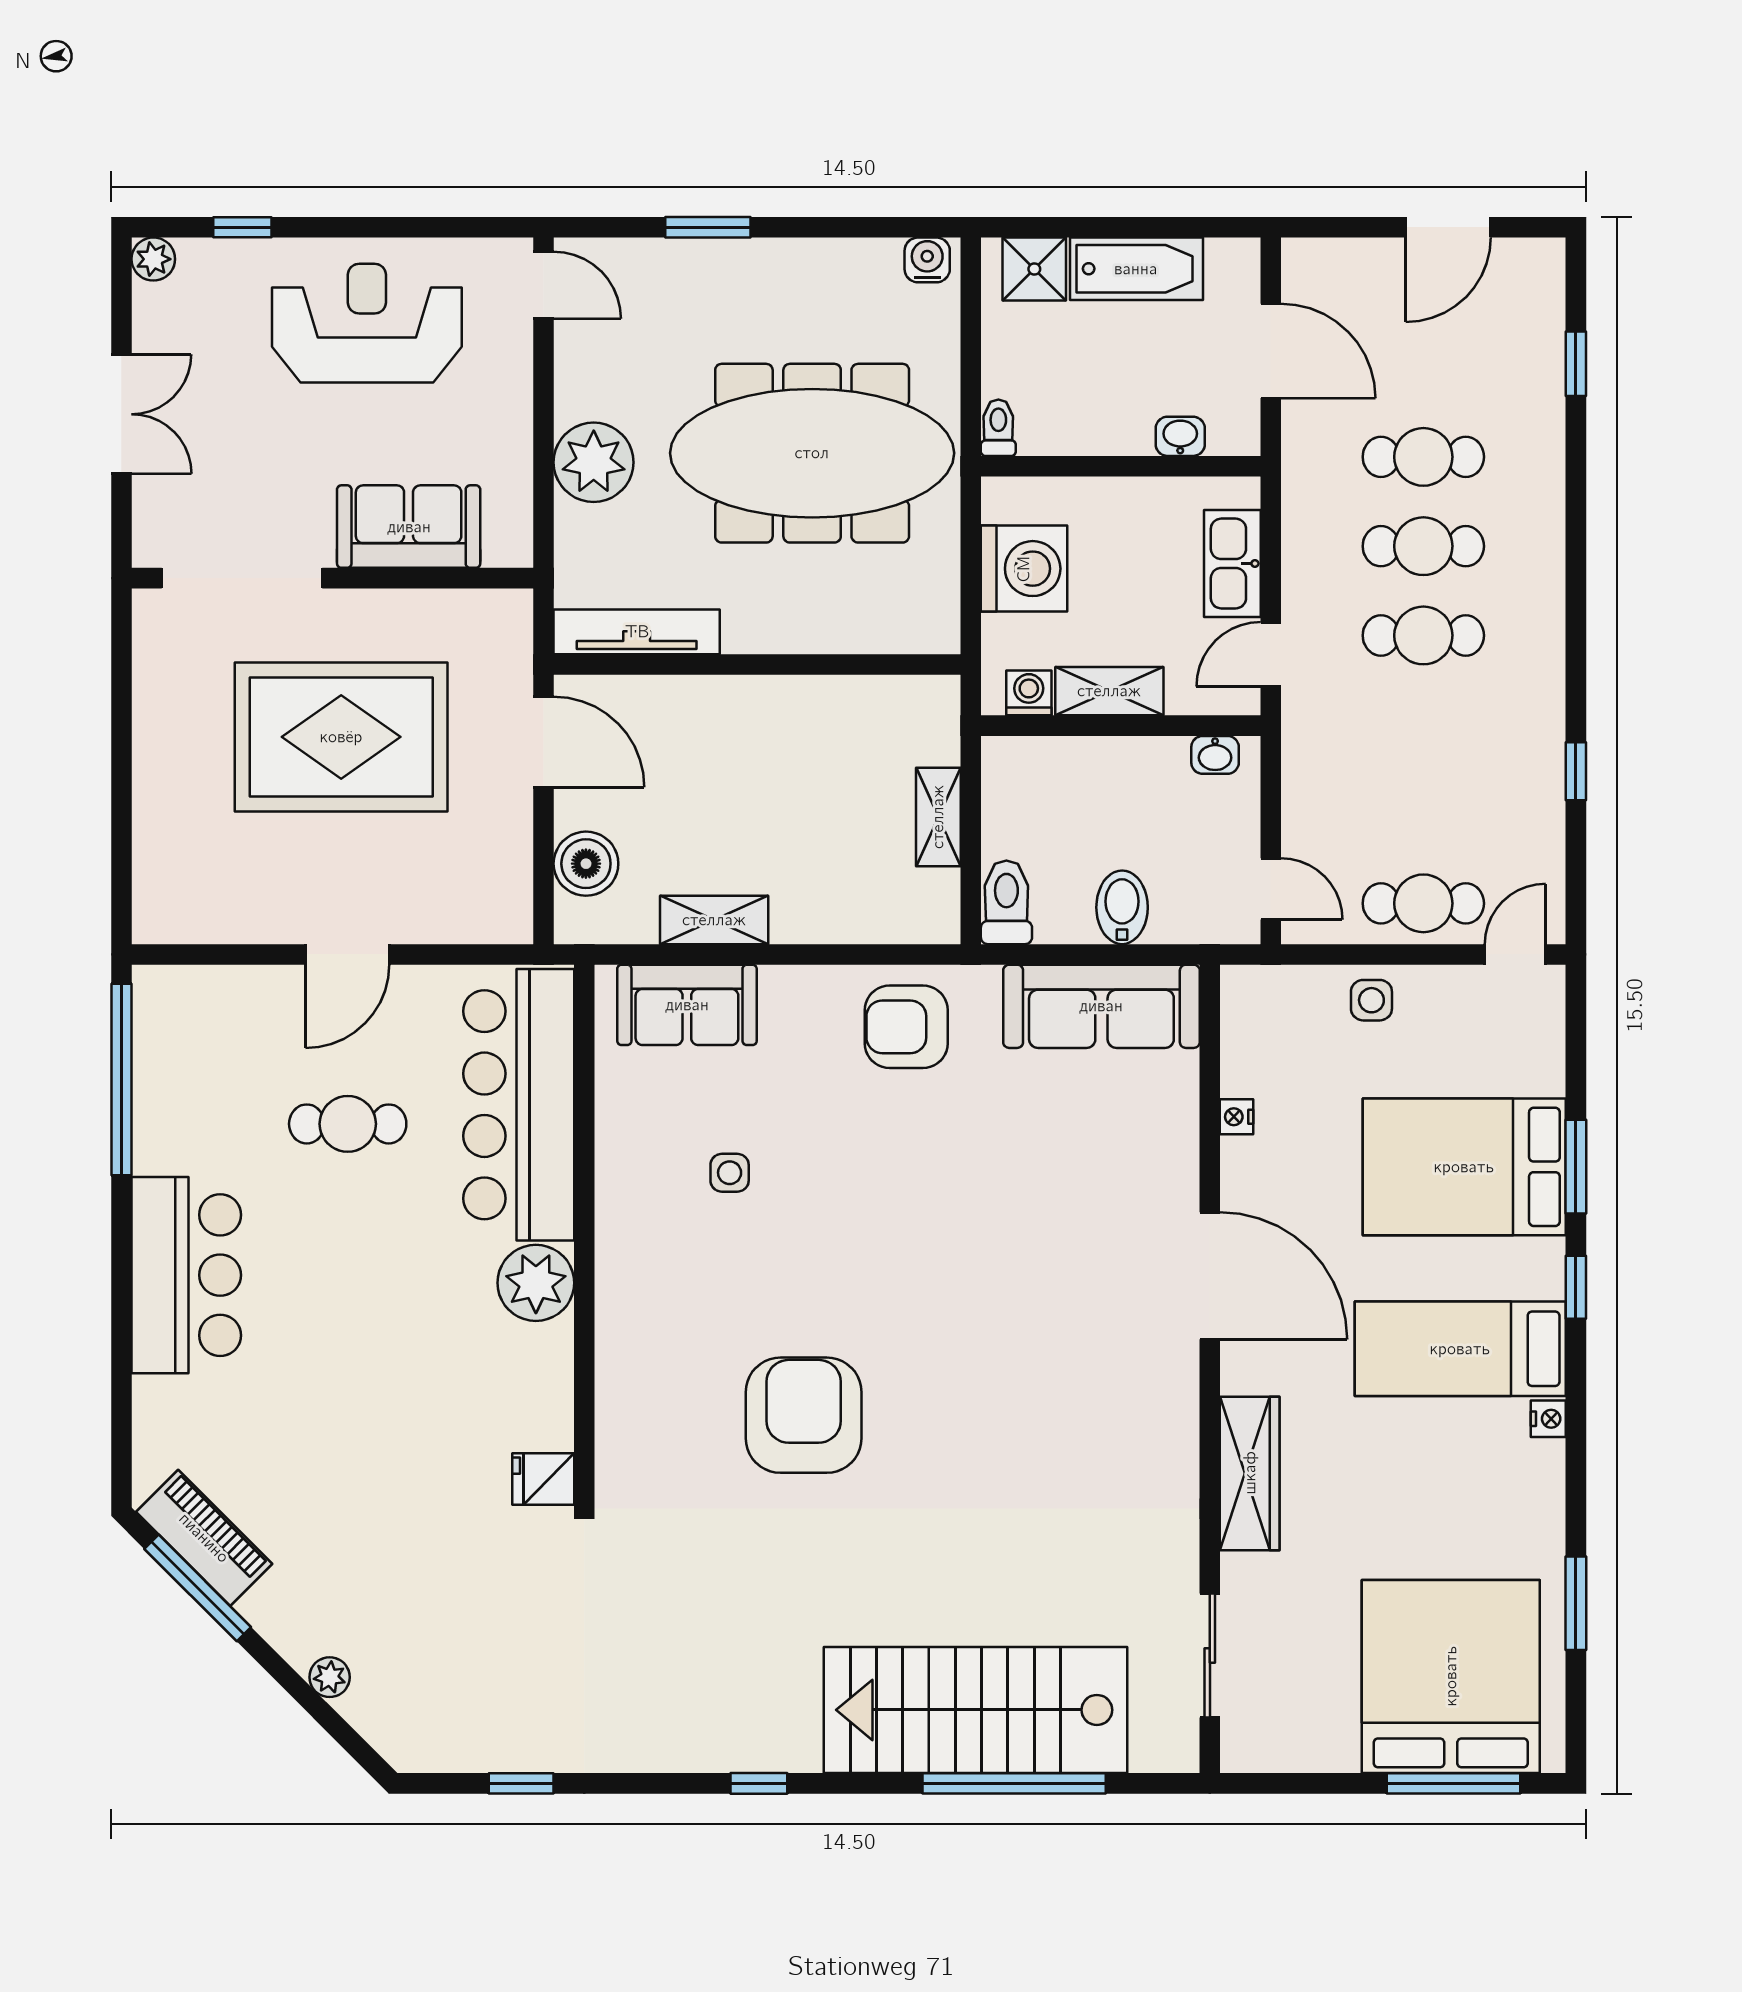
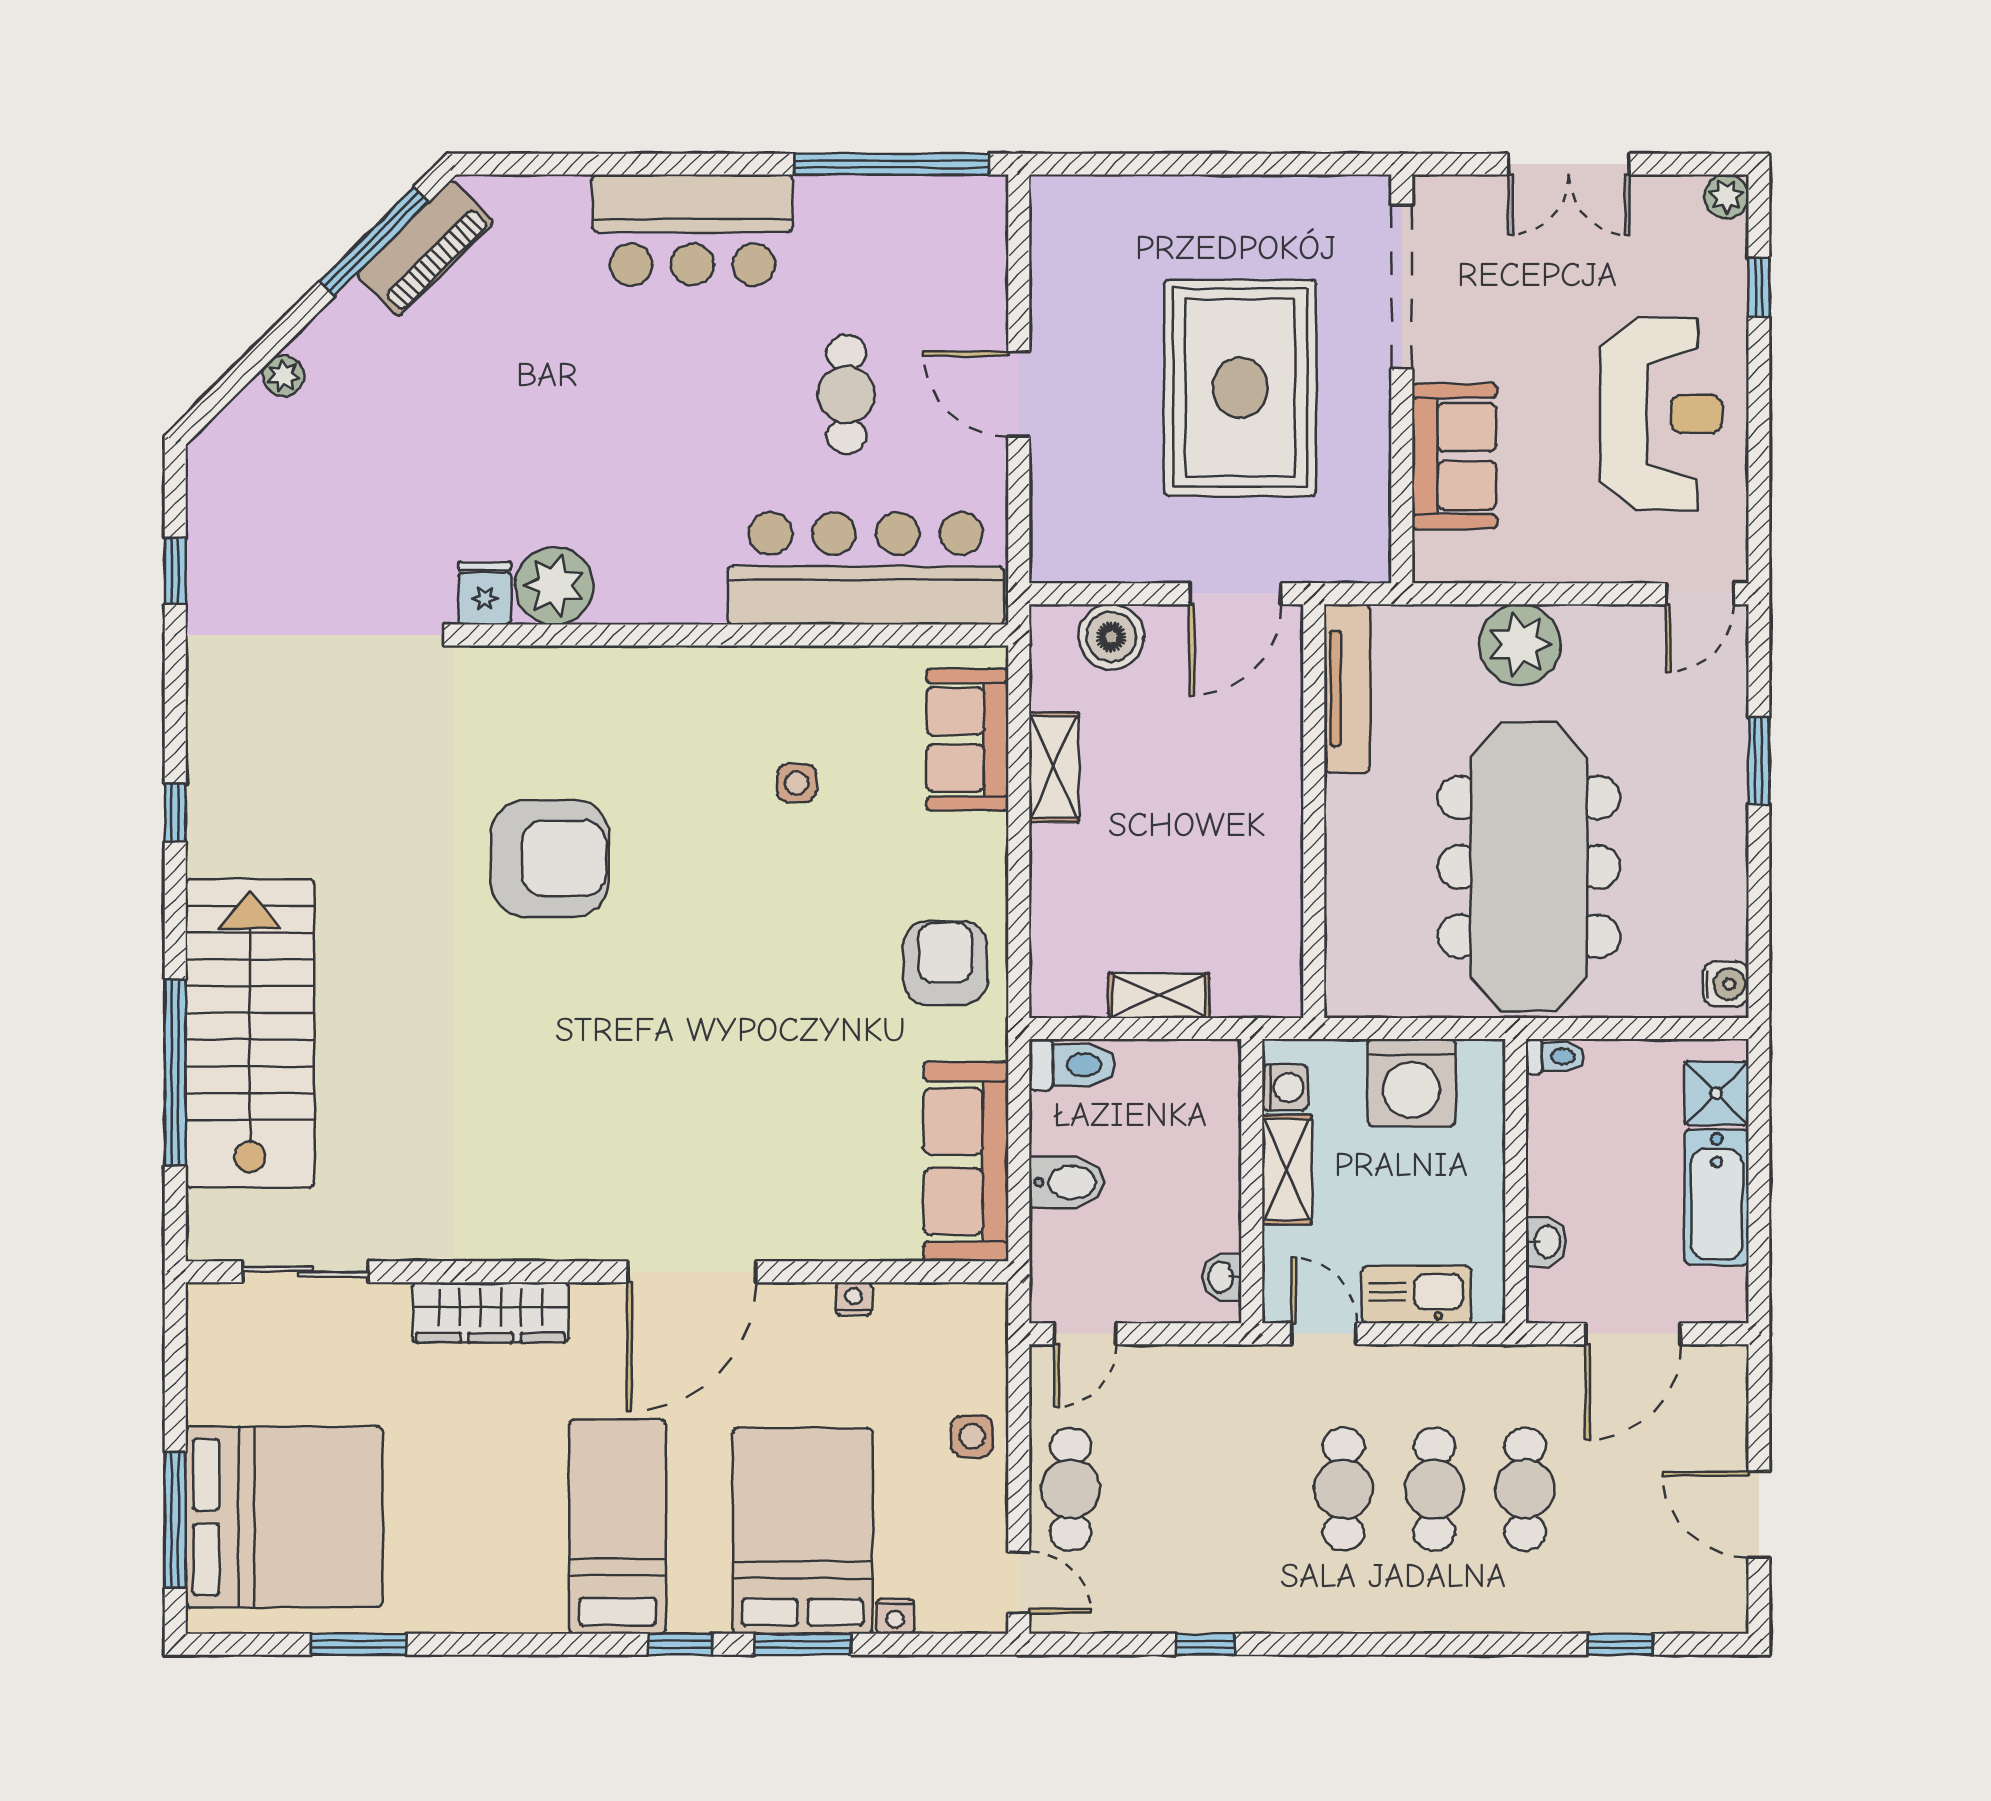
plant: (536, 1283) -> (554, 586), moved
nightstand: (1548, 1419) -> (895, 1616), moved

